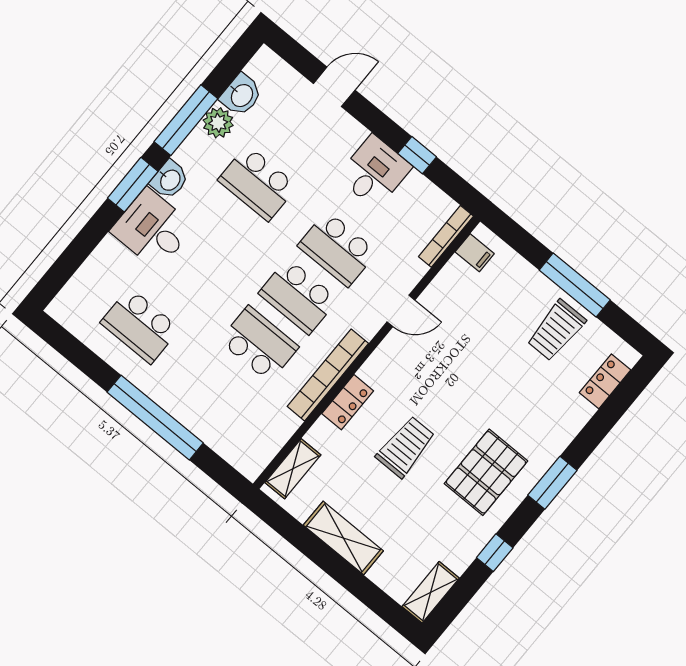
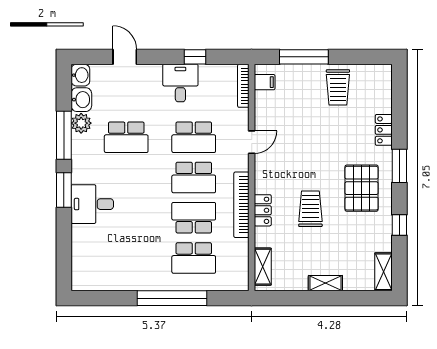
door: (334, 87) -> (125, 57), hinge flipped
washbasin: (170, 180) -> (80, 75), moved
window: (575, 285) -> (304, 57), moved
school desk: (140, 326) -> (194, 258), moved
locker: (605, 381) -> (384, 130), moved
shelving: (343, 538) -> (325, 283), width x0.67, depth x0.75

